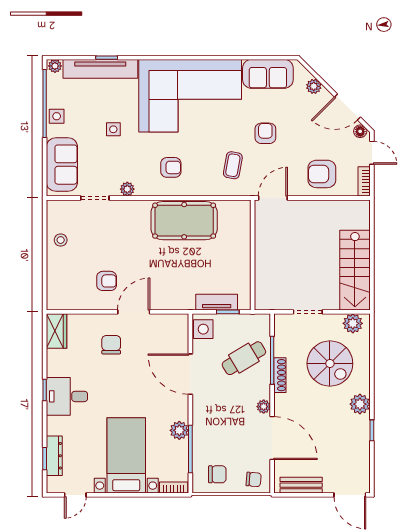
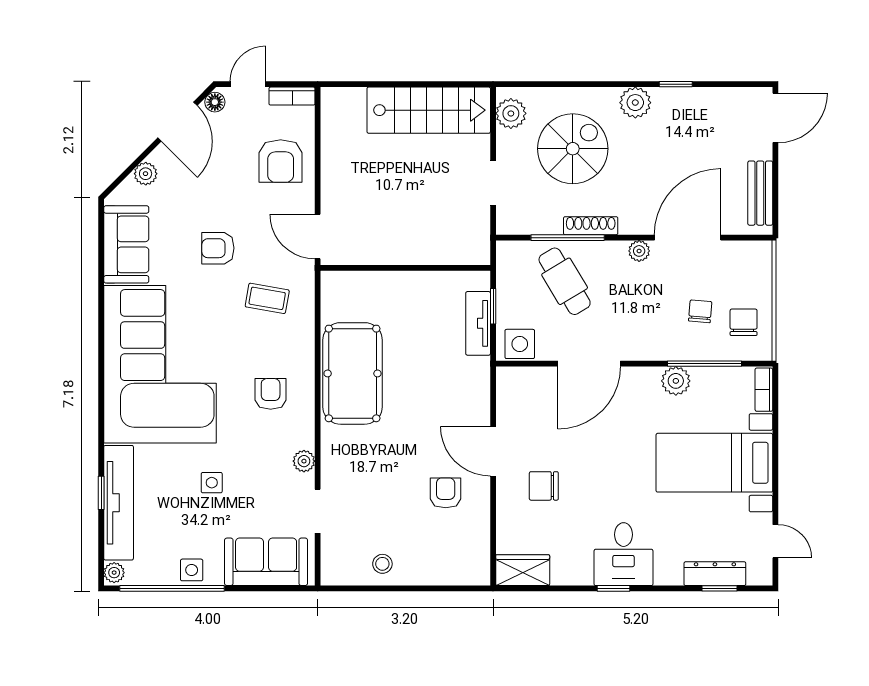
chair: (254, 479) -> (700, 311), moved

